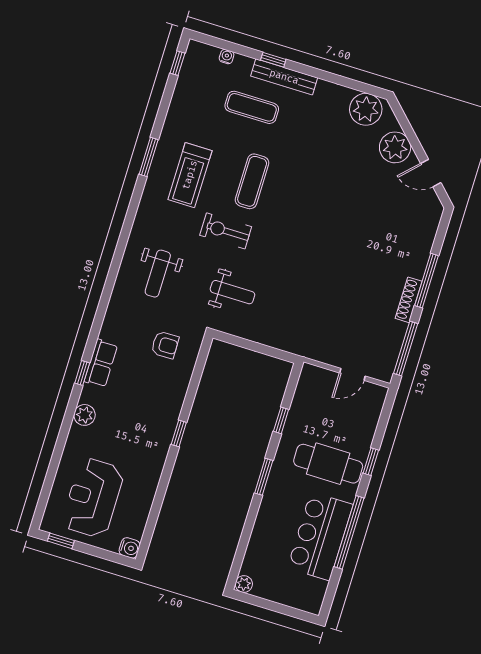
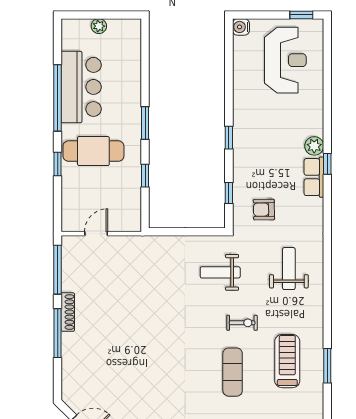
exercise bike: (226, 231) -> (242, 323), width x0.73, depth x0.72
window: (197, 374) -> (229, 193), added
plant: (85, 415) -> (314, 146), moved
plant: (244, 584) -> (99, 26), moved

